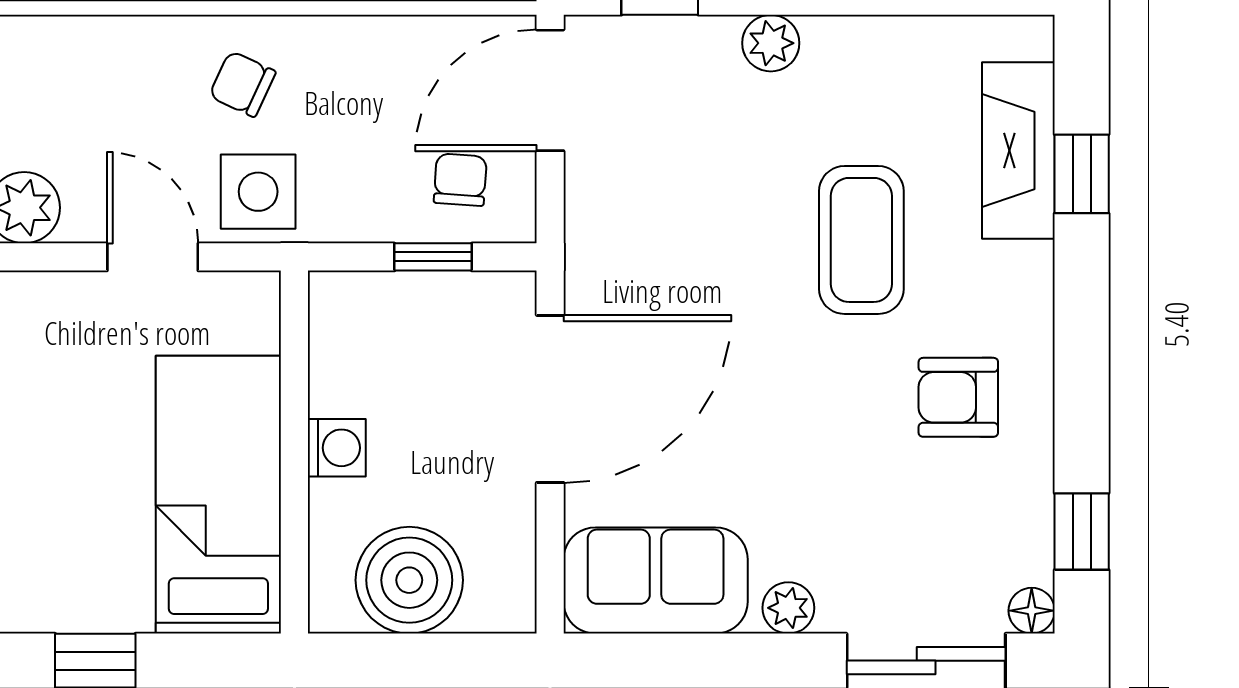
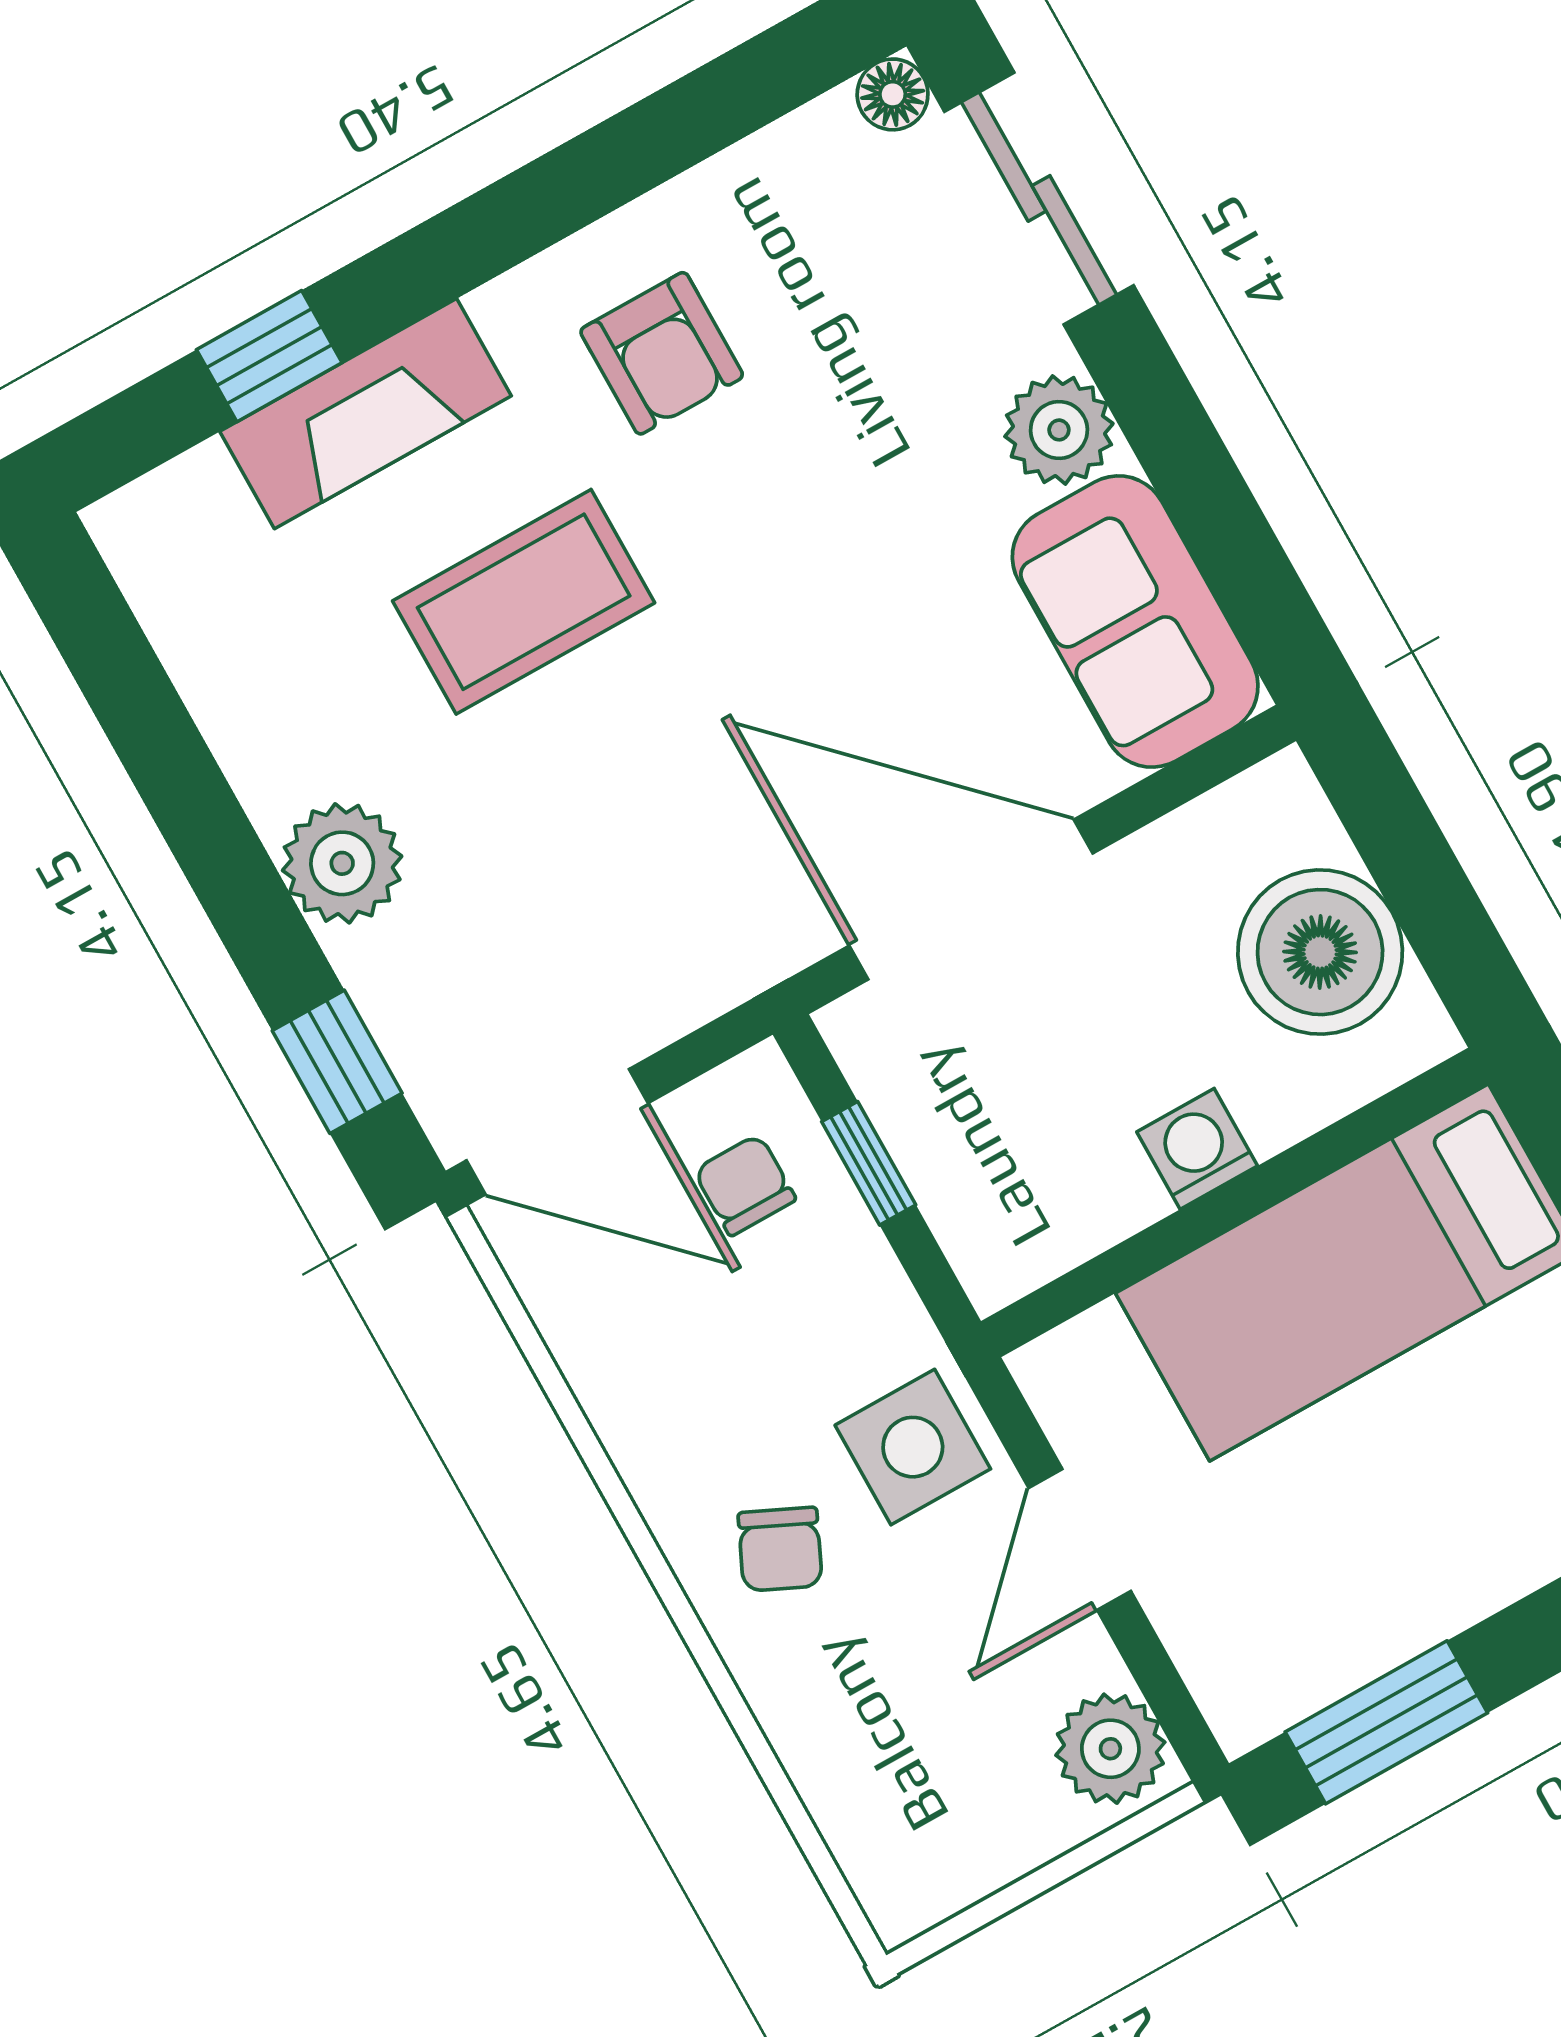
plant: (771, 43) -> (342, 863), width x1.38, depth x1.38
fireplace: (1018, 150) -> (366, 414), moved
chair: (460, 180) -> (745, 1185), turned 86
window: (1082, 531) -> (749, 87), removed
plant: (788, 608) -> (1059, 430), width x1.38, depth x1.38

